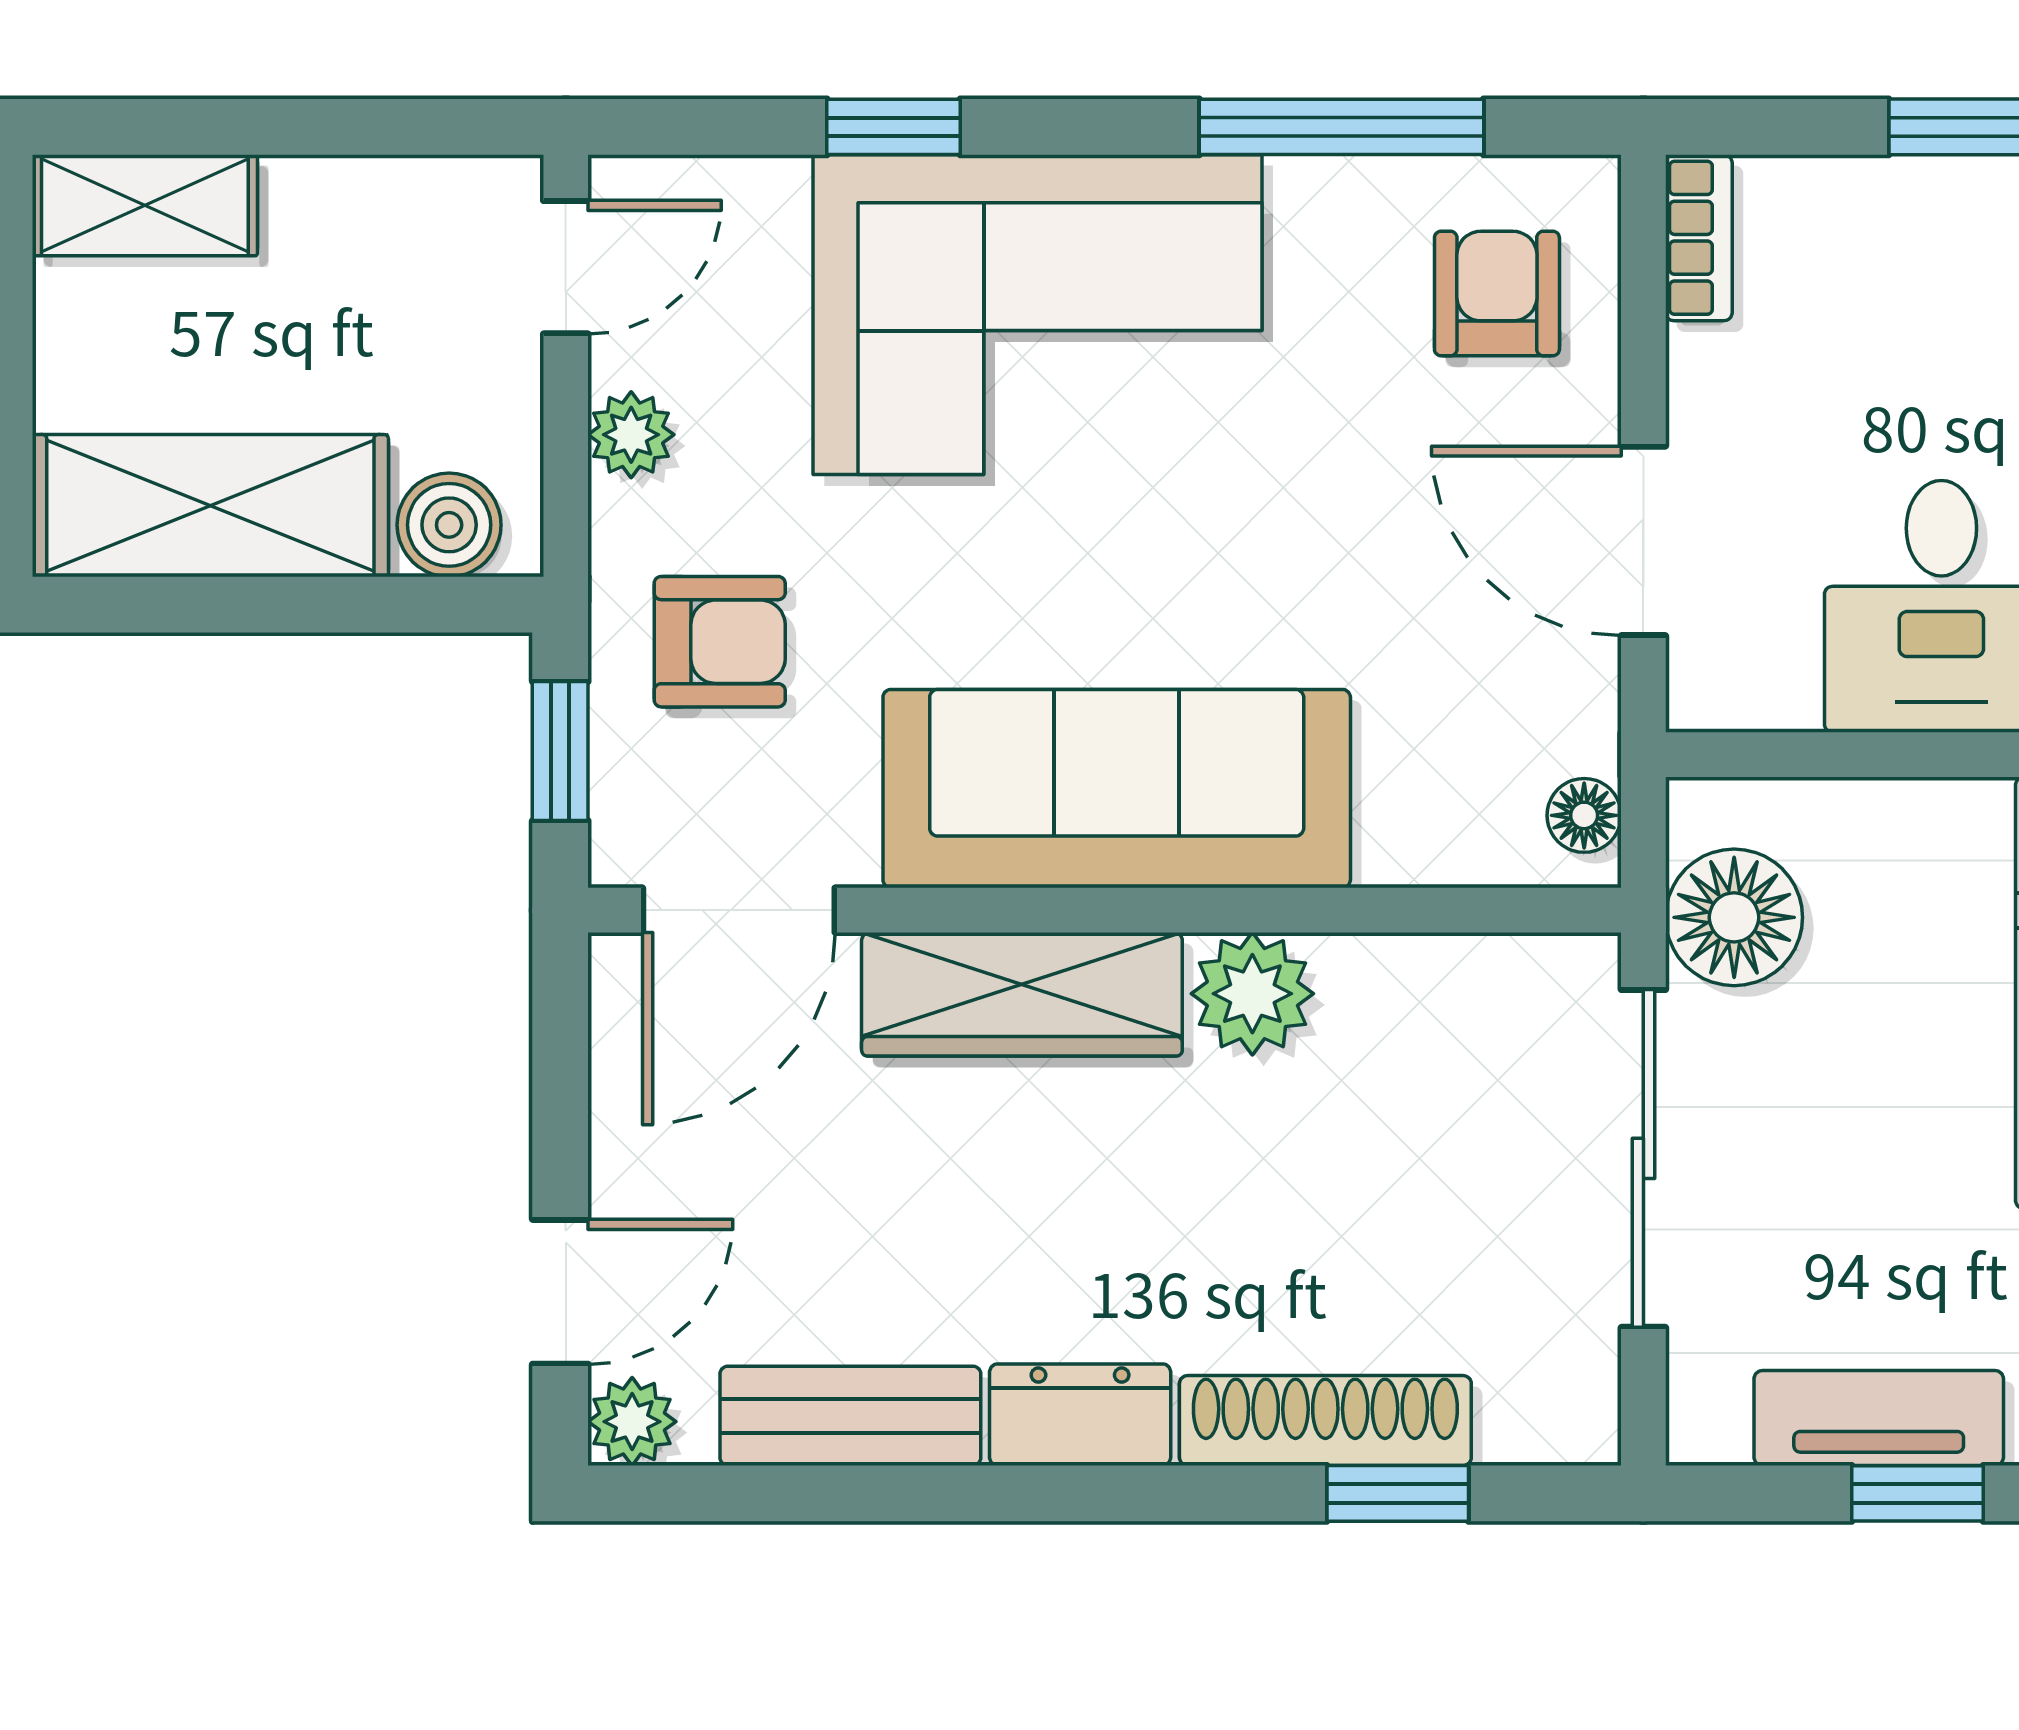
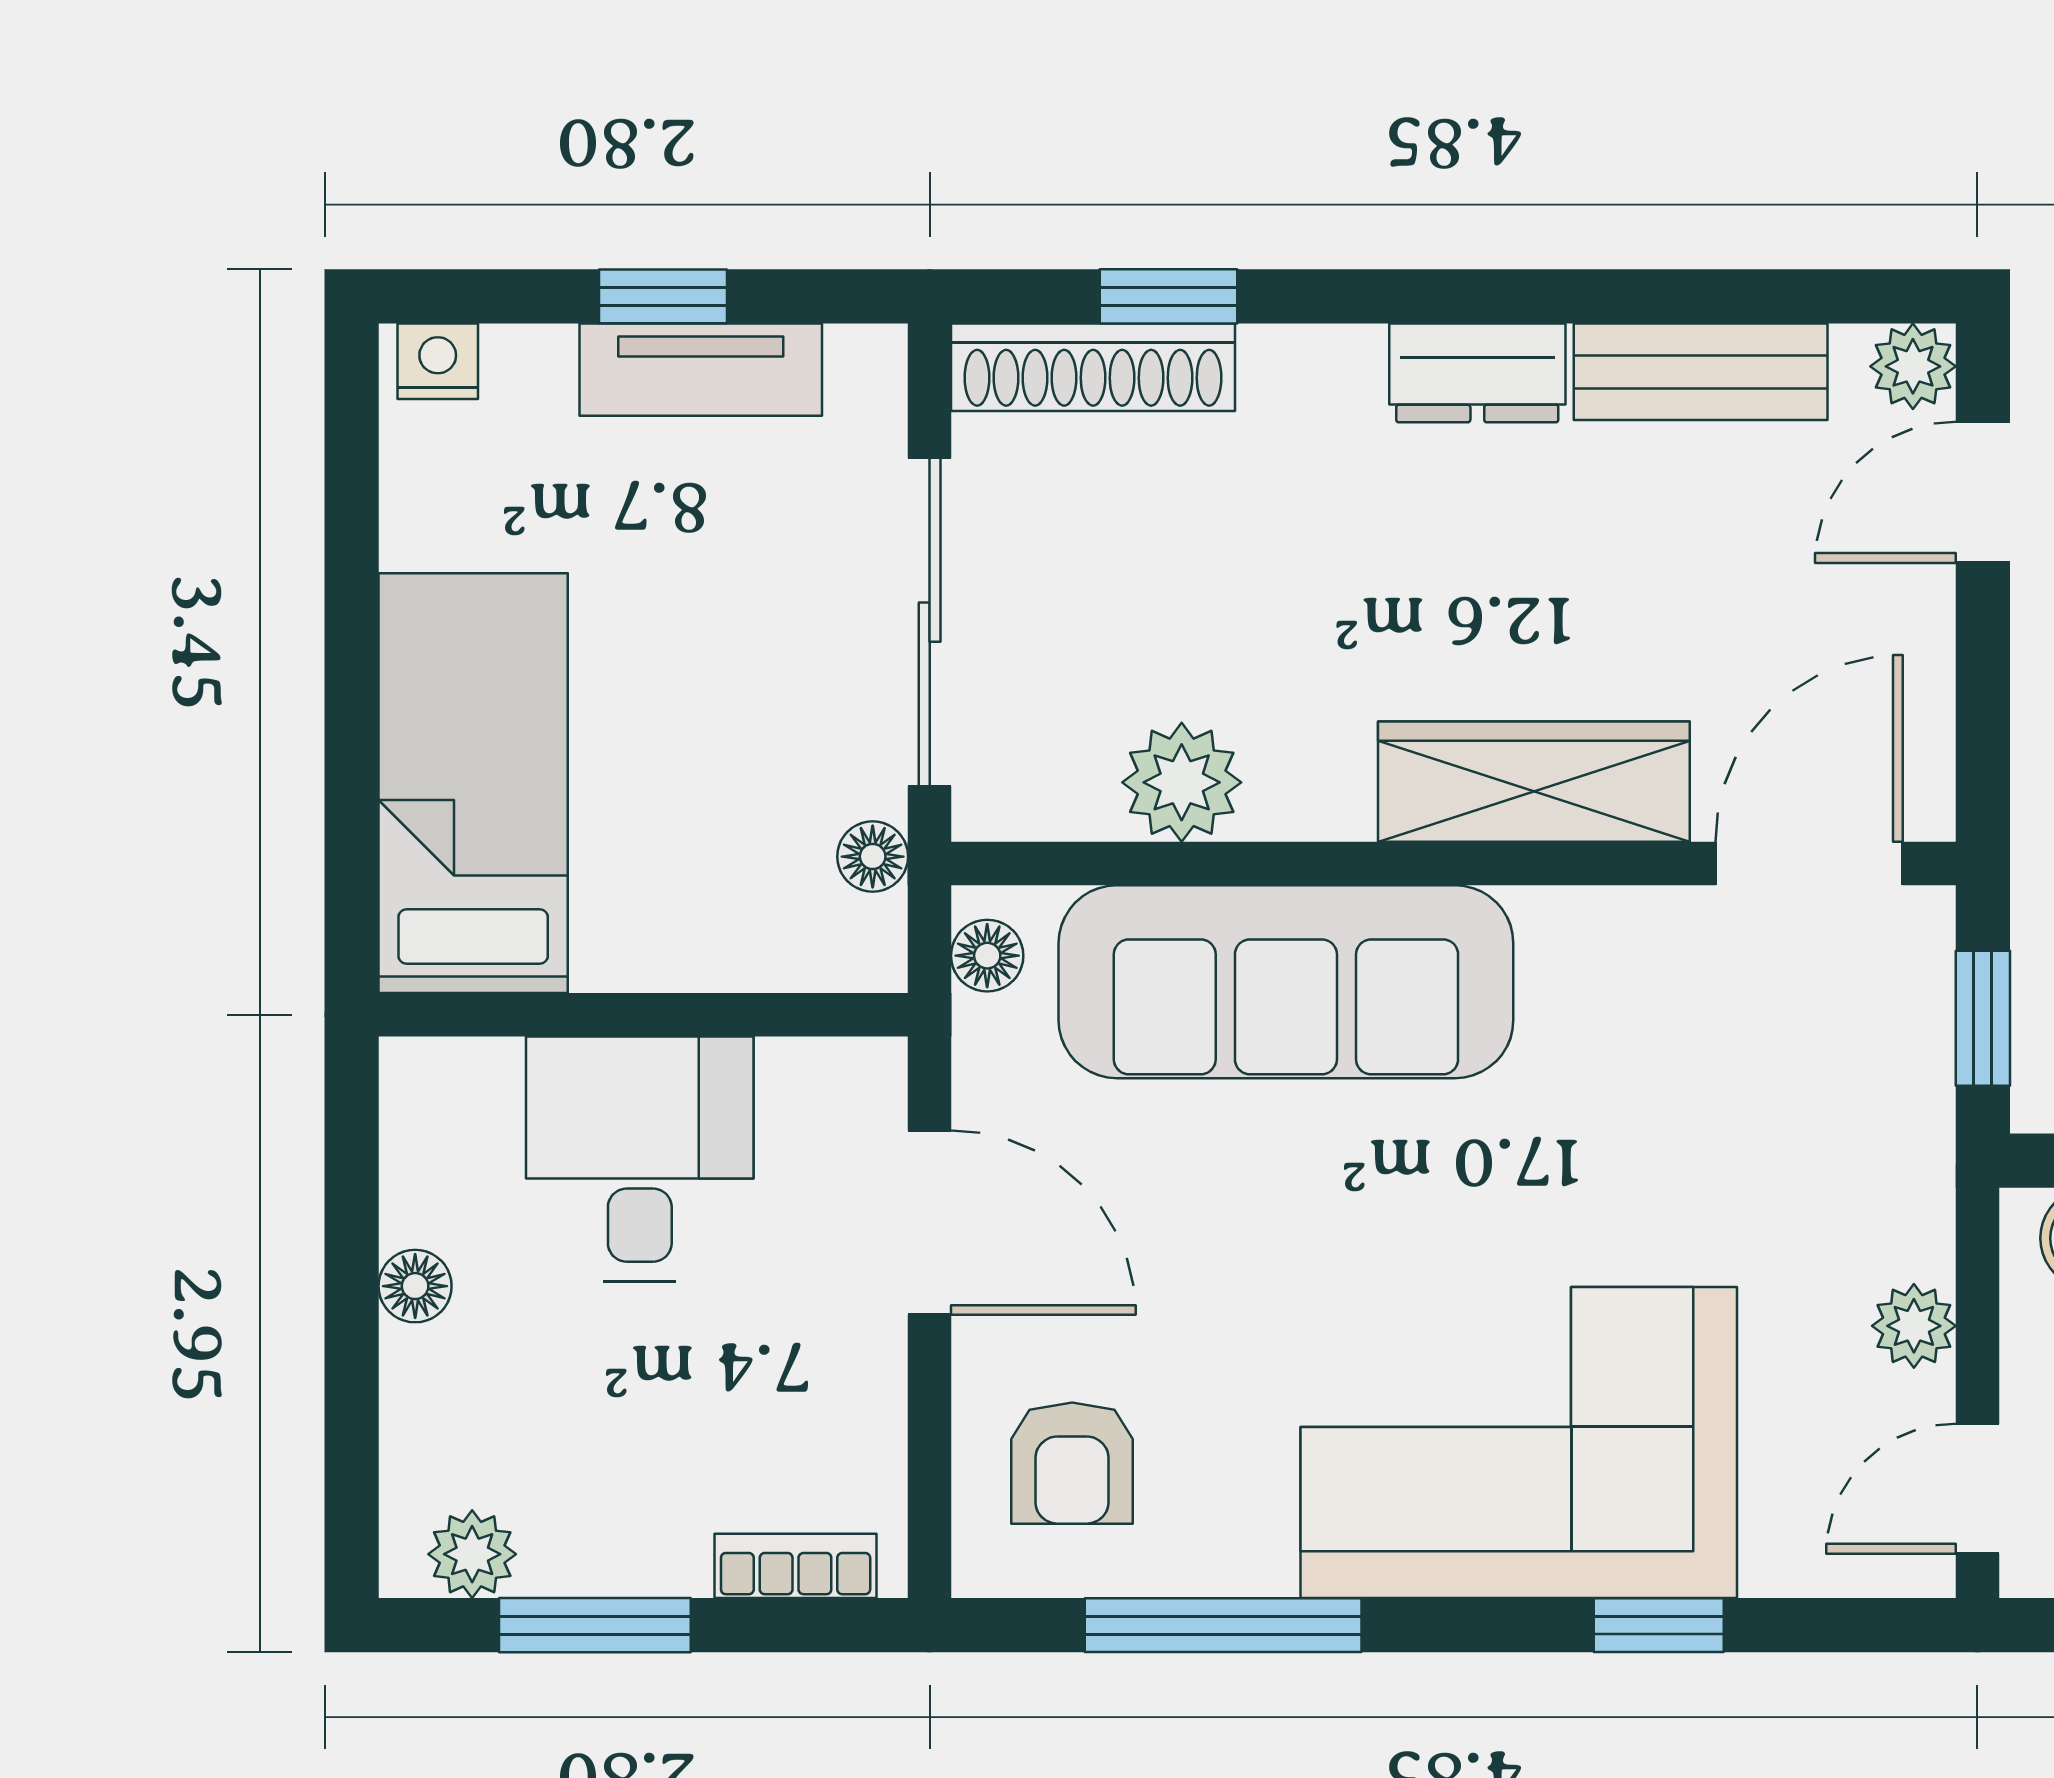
bookcase: (1699, 238) -> (796, 1566), moved, turned 90
armchair: (720, 642) -> (1828, 1125), removed
sofa: (1117, 789) -> (1286, 982), moved
floor lamp: (1734, 917) -> (873, 857), width x0.53, depth x0.53
plant: (1252, 994) -> (1182, 782), moved
shoe rack: (1325, 1421) -> (1093, 367), moved

